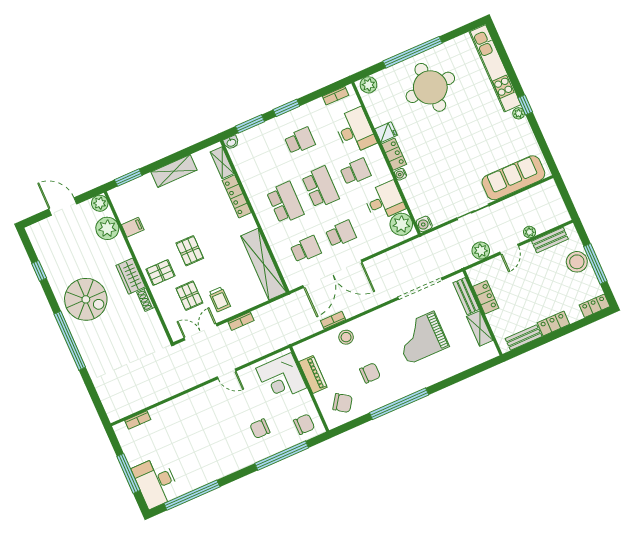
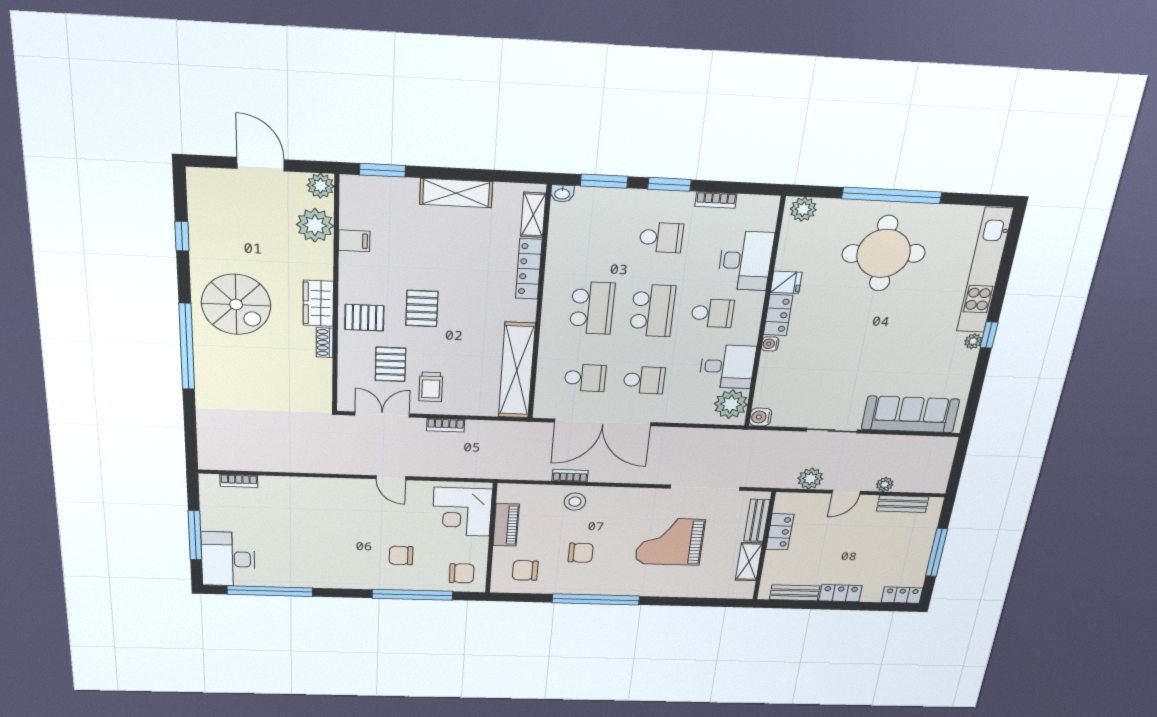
bookcase: (336, 96) -> (716, 200), moved
stool: (577, 262) -> (917, 541), removed
chair: (343, 403) -> (525, 570), turned 146

